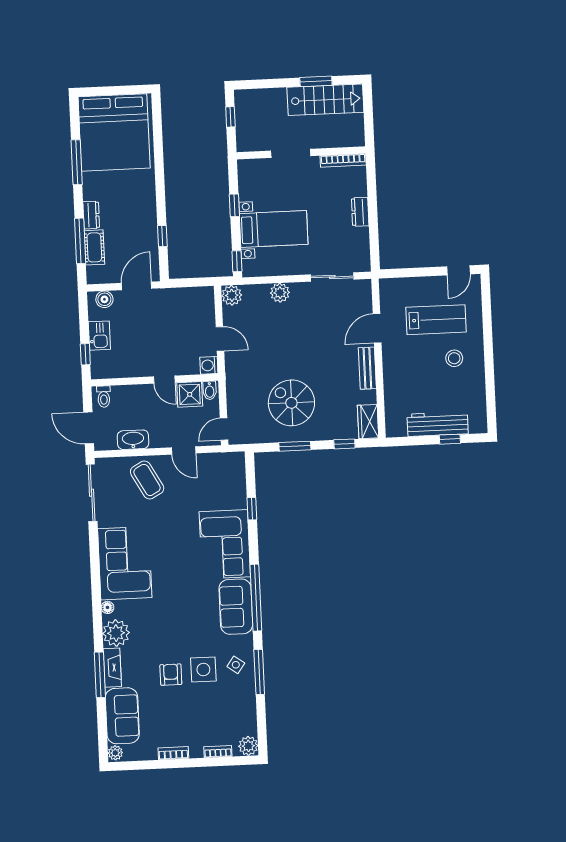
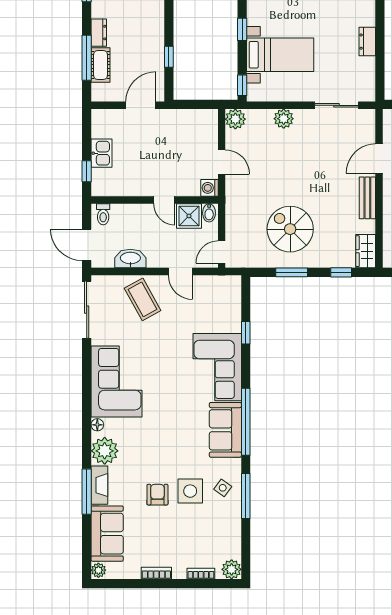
boiler: (104, 299) -> (108, 117), removed

